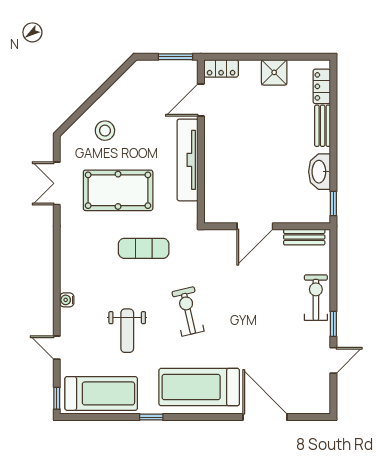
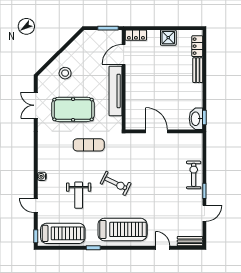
washbasin: (320, 172) -> (196, 119), moved
door: (255, 226) -> (157, 131), swing flipped
bench: (304, 237) -> (190, 241), moved
exercise bike: (188, 311) -> (116, 183), turned 129
treadmill: (199, 387) -> (123, 229), turned 180
door: (265, 417) -> (163, 248), width x0.53

